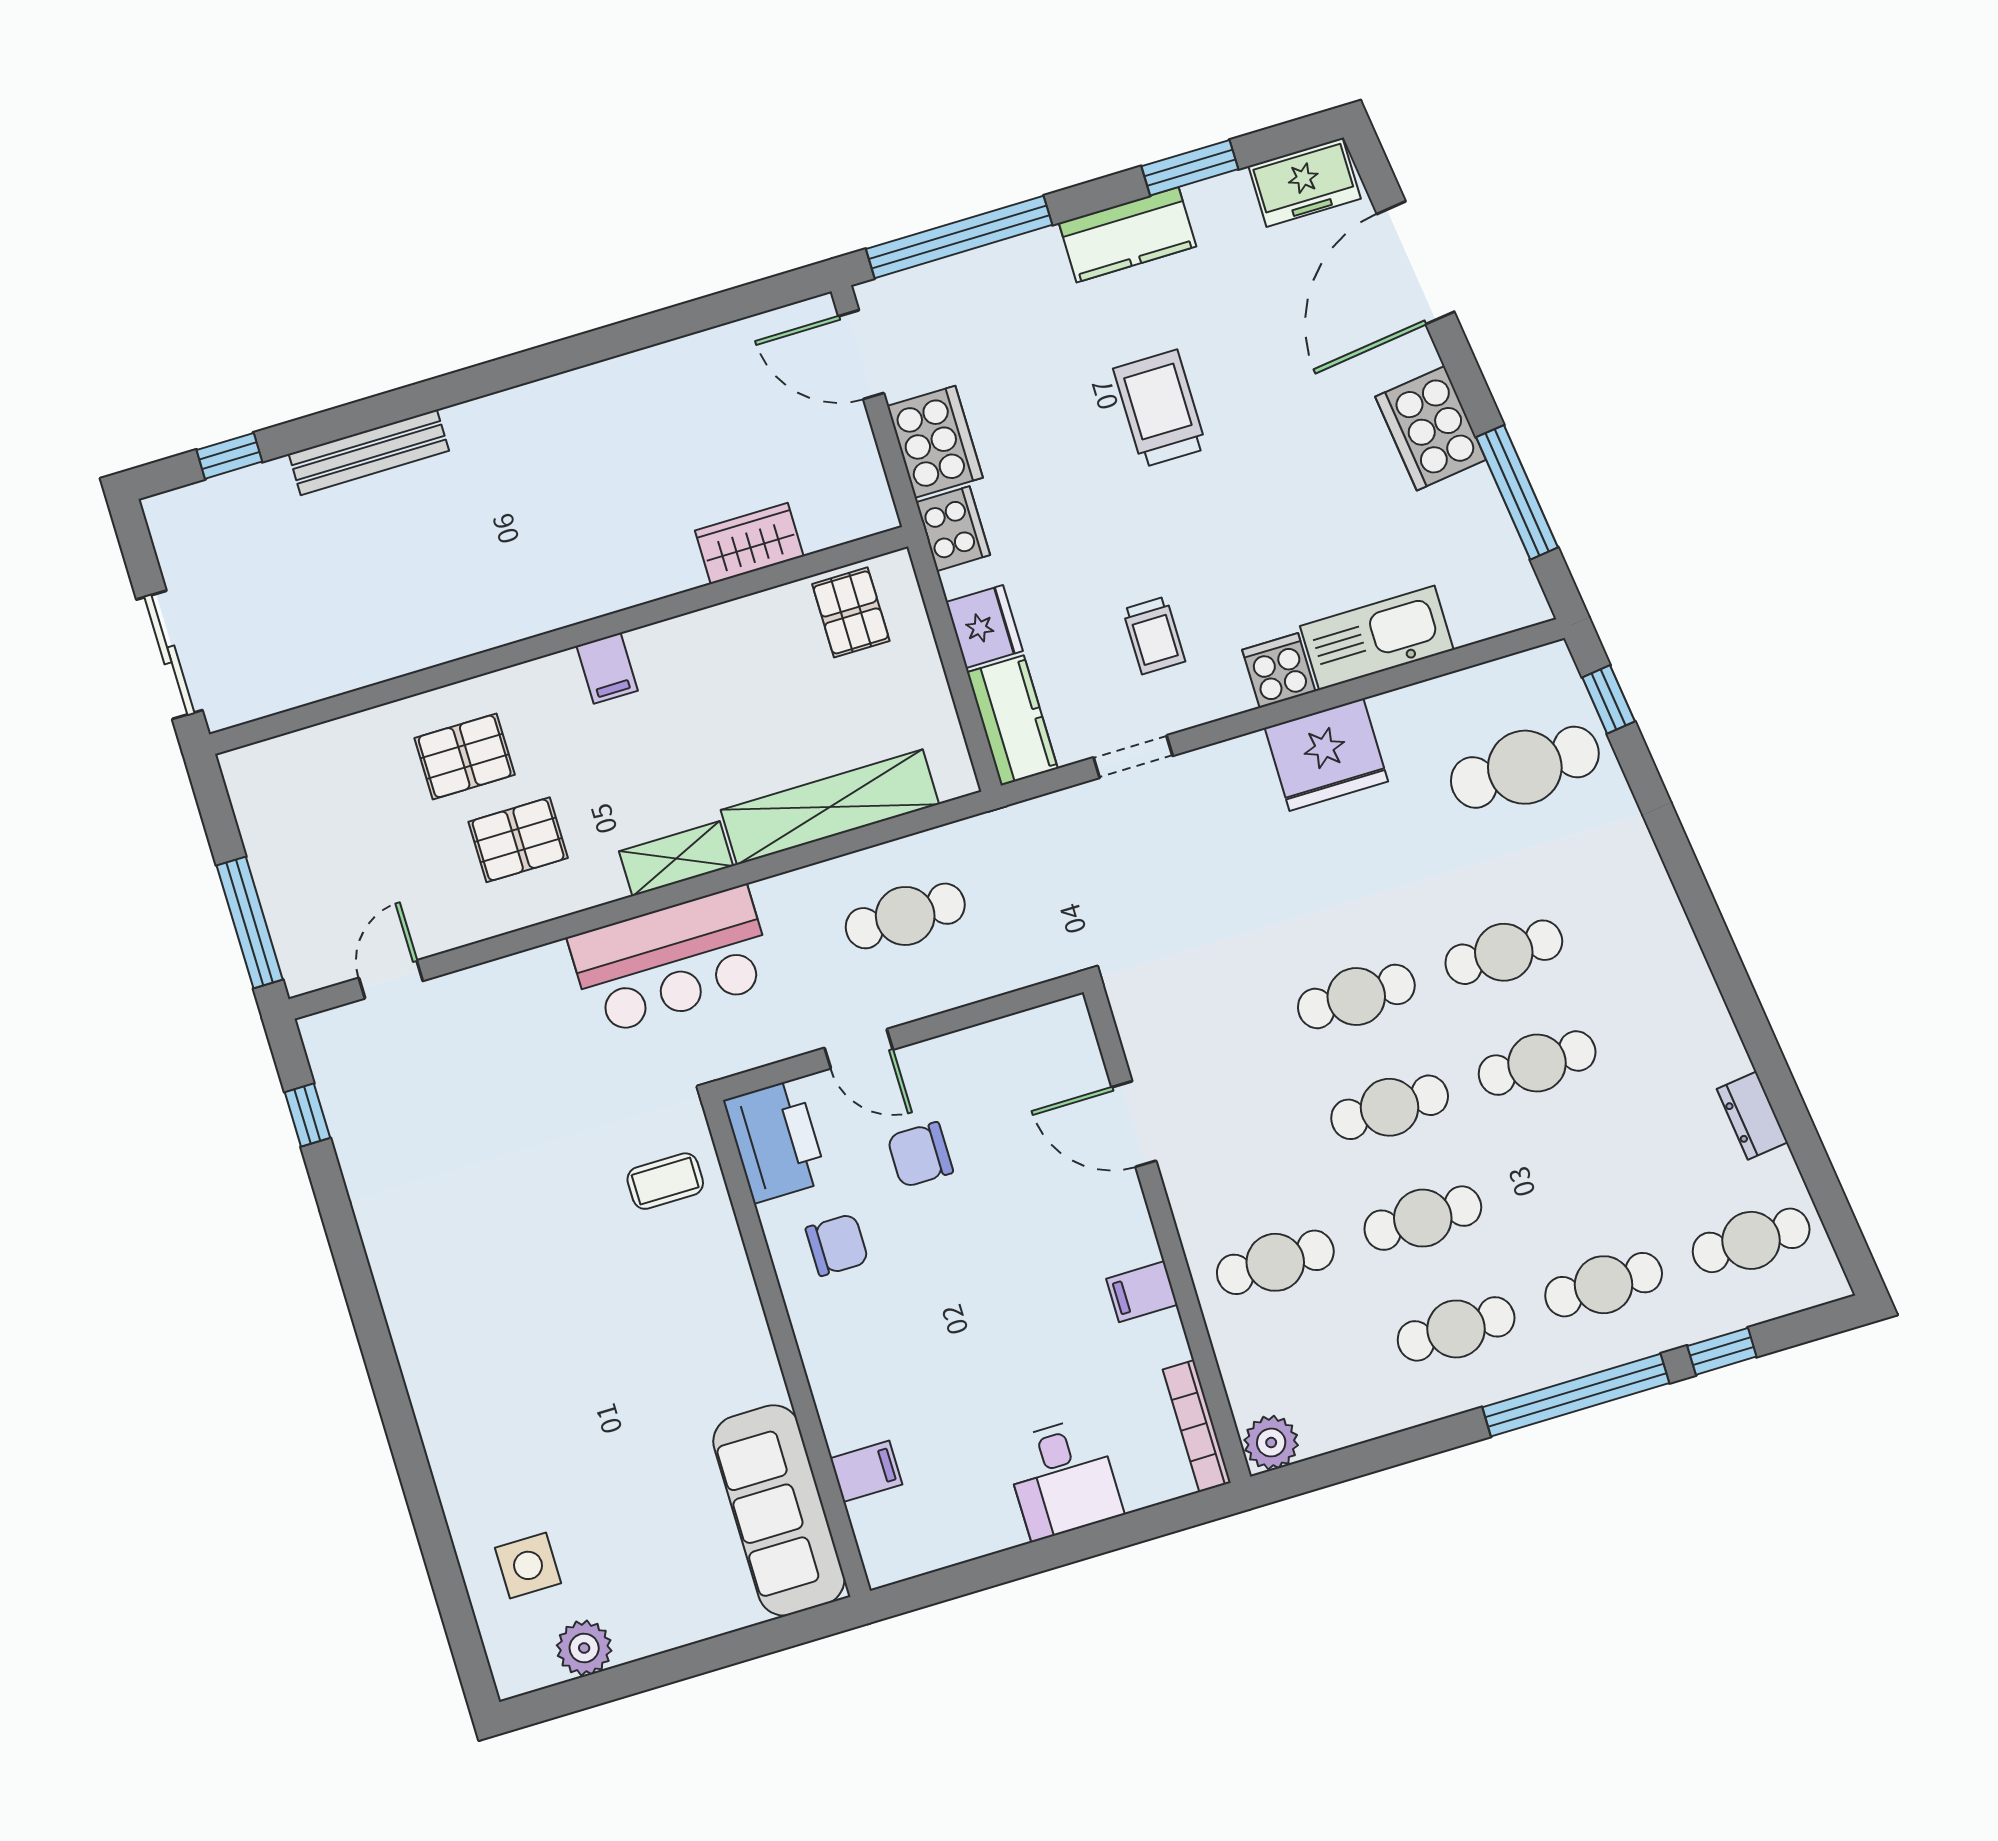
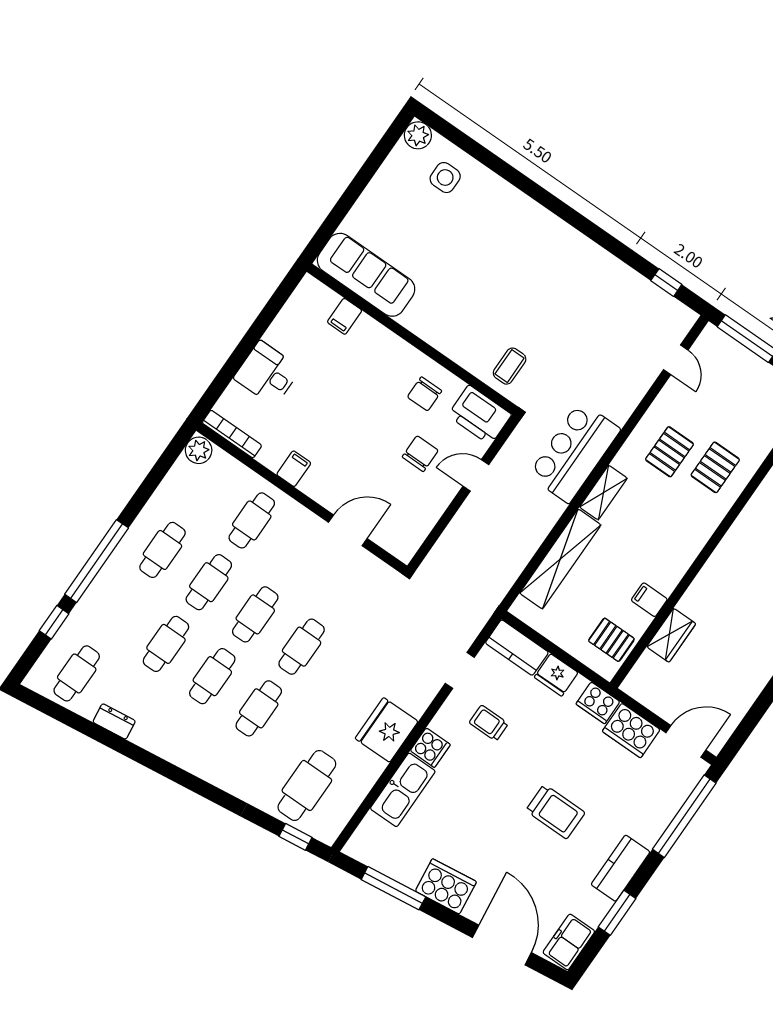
filing cabinet: (607, 668) -> (649, 600), moved
cafe table: (905, 916) -> (498, 540), removed
cafe table: (1604, 1285) -> (166, 644), moved
plant: (584, 1648) -> (418, 135), moved

